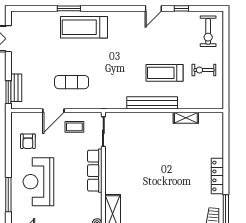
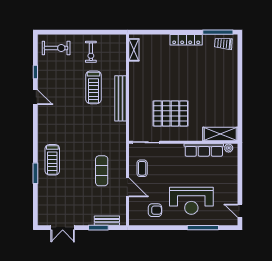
treadmill: (84, 27) -> (52, 160), width x0.73, depth x0.73
window: (8, 92) -> (98, 228), moved
shelving: (186, 118) -> (134, 50), moved
pallet: (135, 159) -> (171, 113), added
row of seats: (95, 171) -> (204, 150), moved

